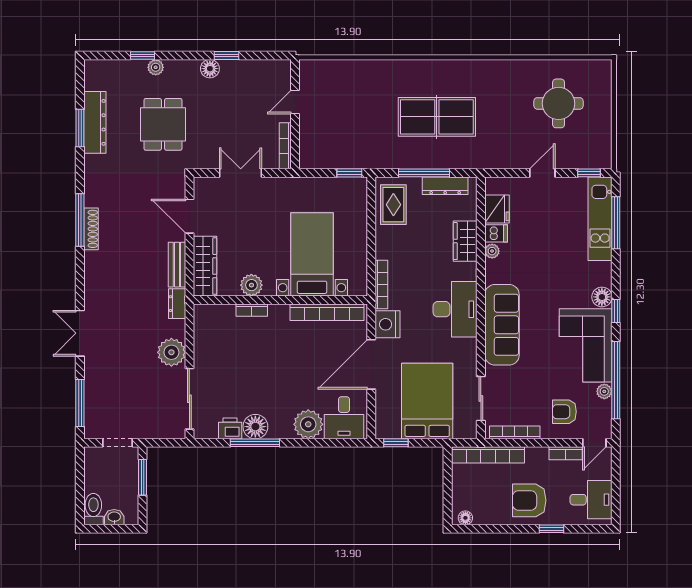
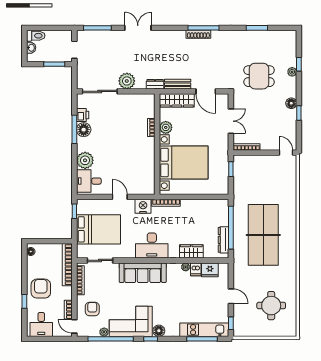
door: (295, 102) -> (286, 153), moved
table tennis table: (437, 117) -> (263, 235), width x1.36, depth x1.32
dresser: (95, 122) -> (260, 37), removed
window: (349, 173) -> (231, 169), moved
window: (424, 173) -> (231, 228), width x1.46
rug: (393, 205) -> (212, 210), removed
door: (189, 216) -> (206, 91), swing flipped
bed with nightstands: (312, 254) -> (184, 163), width x1.36
bookcase: (327, 312) -> (150, 171), removed
door: (371, 364) -> (120, 197), width x0.53

